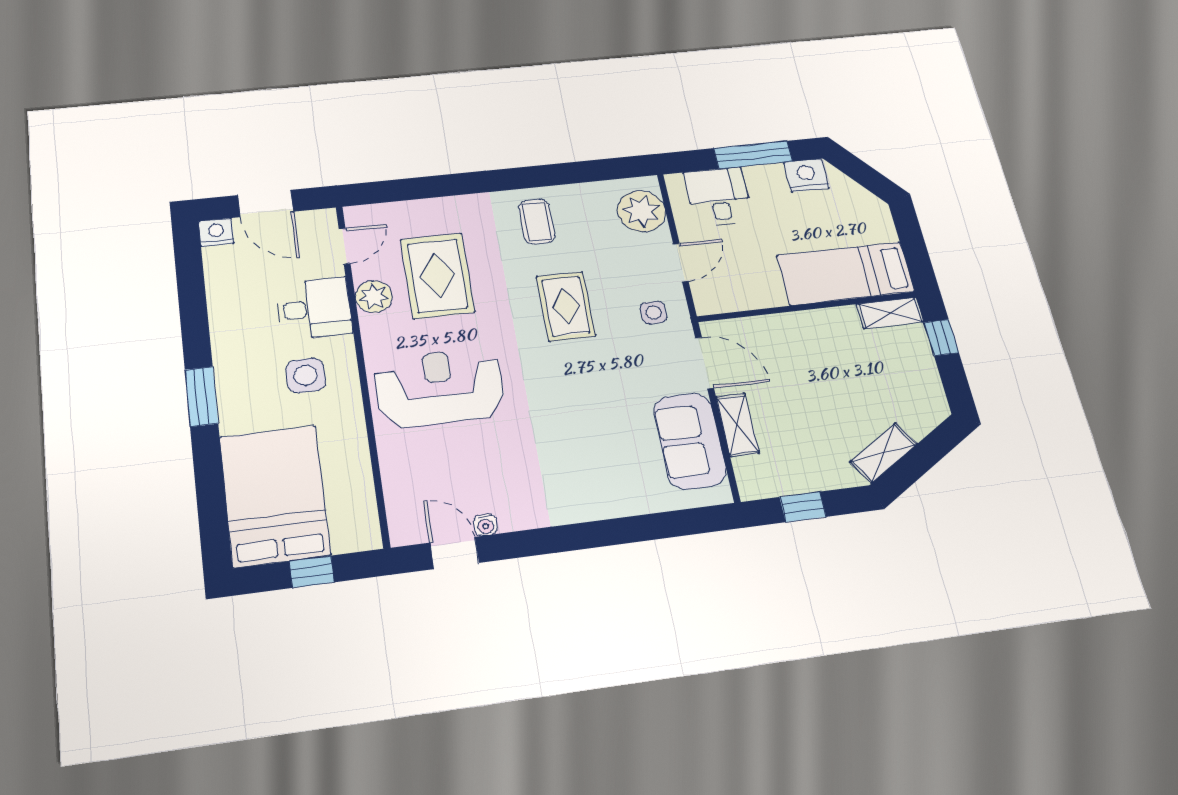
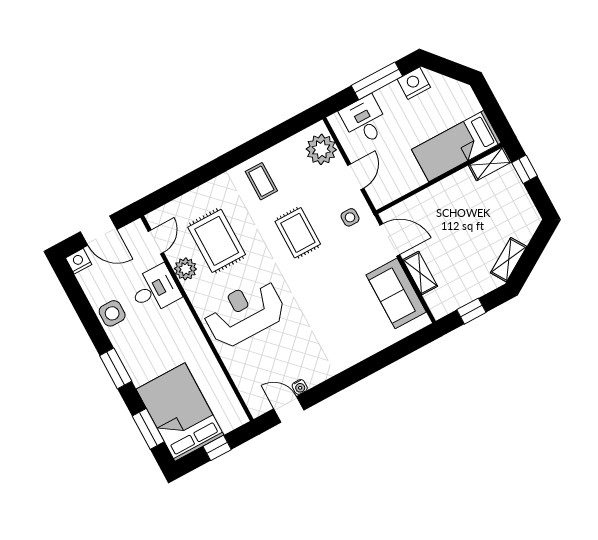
side table: (306, 375) -> (112, 313), moved
window: (212, 503) -> (148, 429), added

